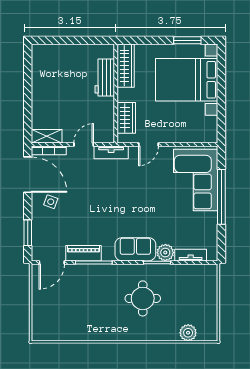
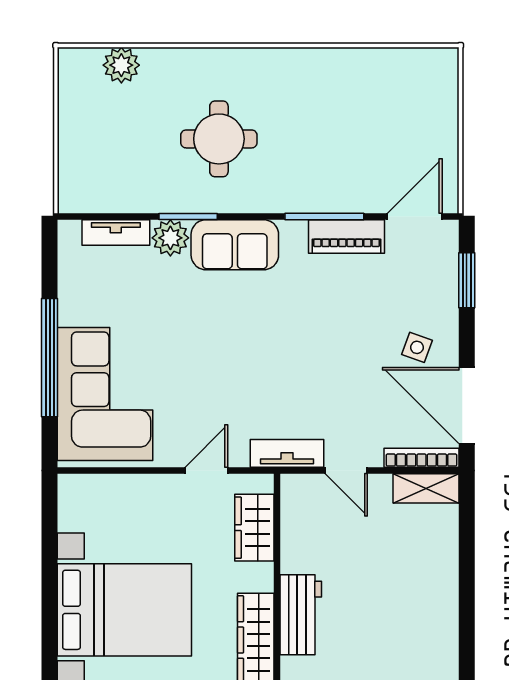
door: (84, 144) -> (346, 470), hinge flipped

